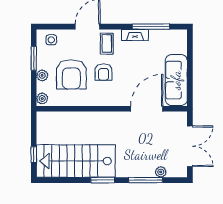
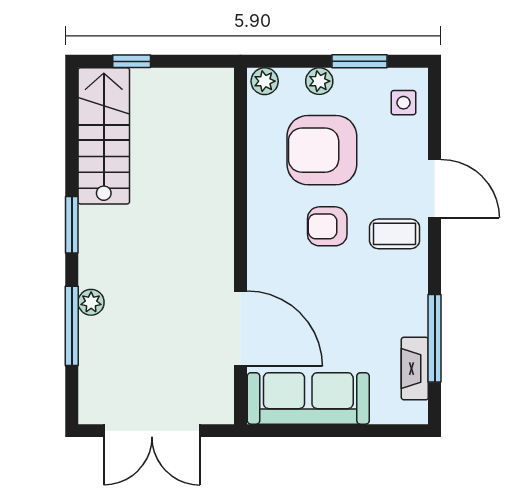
fireplace: (135, 35) -> (415, 369), moved
stairs: (76, 161) -> (104, 136), width x0.73, depth x0.66
plant: (161, 172) -> (91, 302), moved

